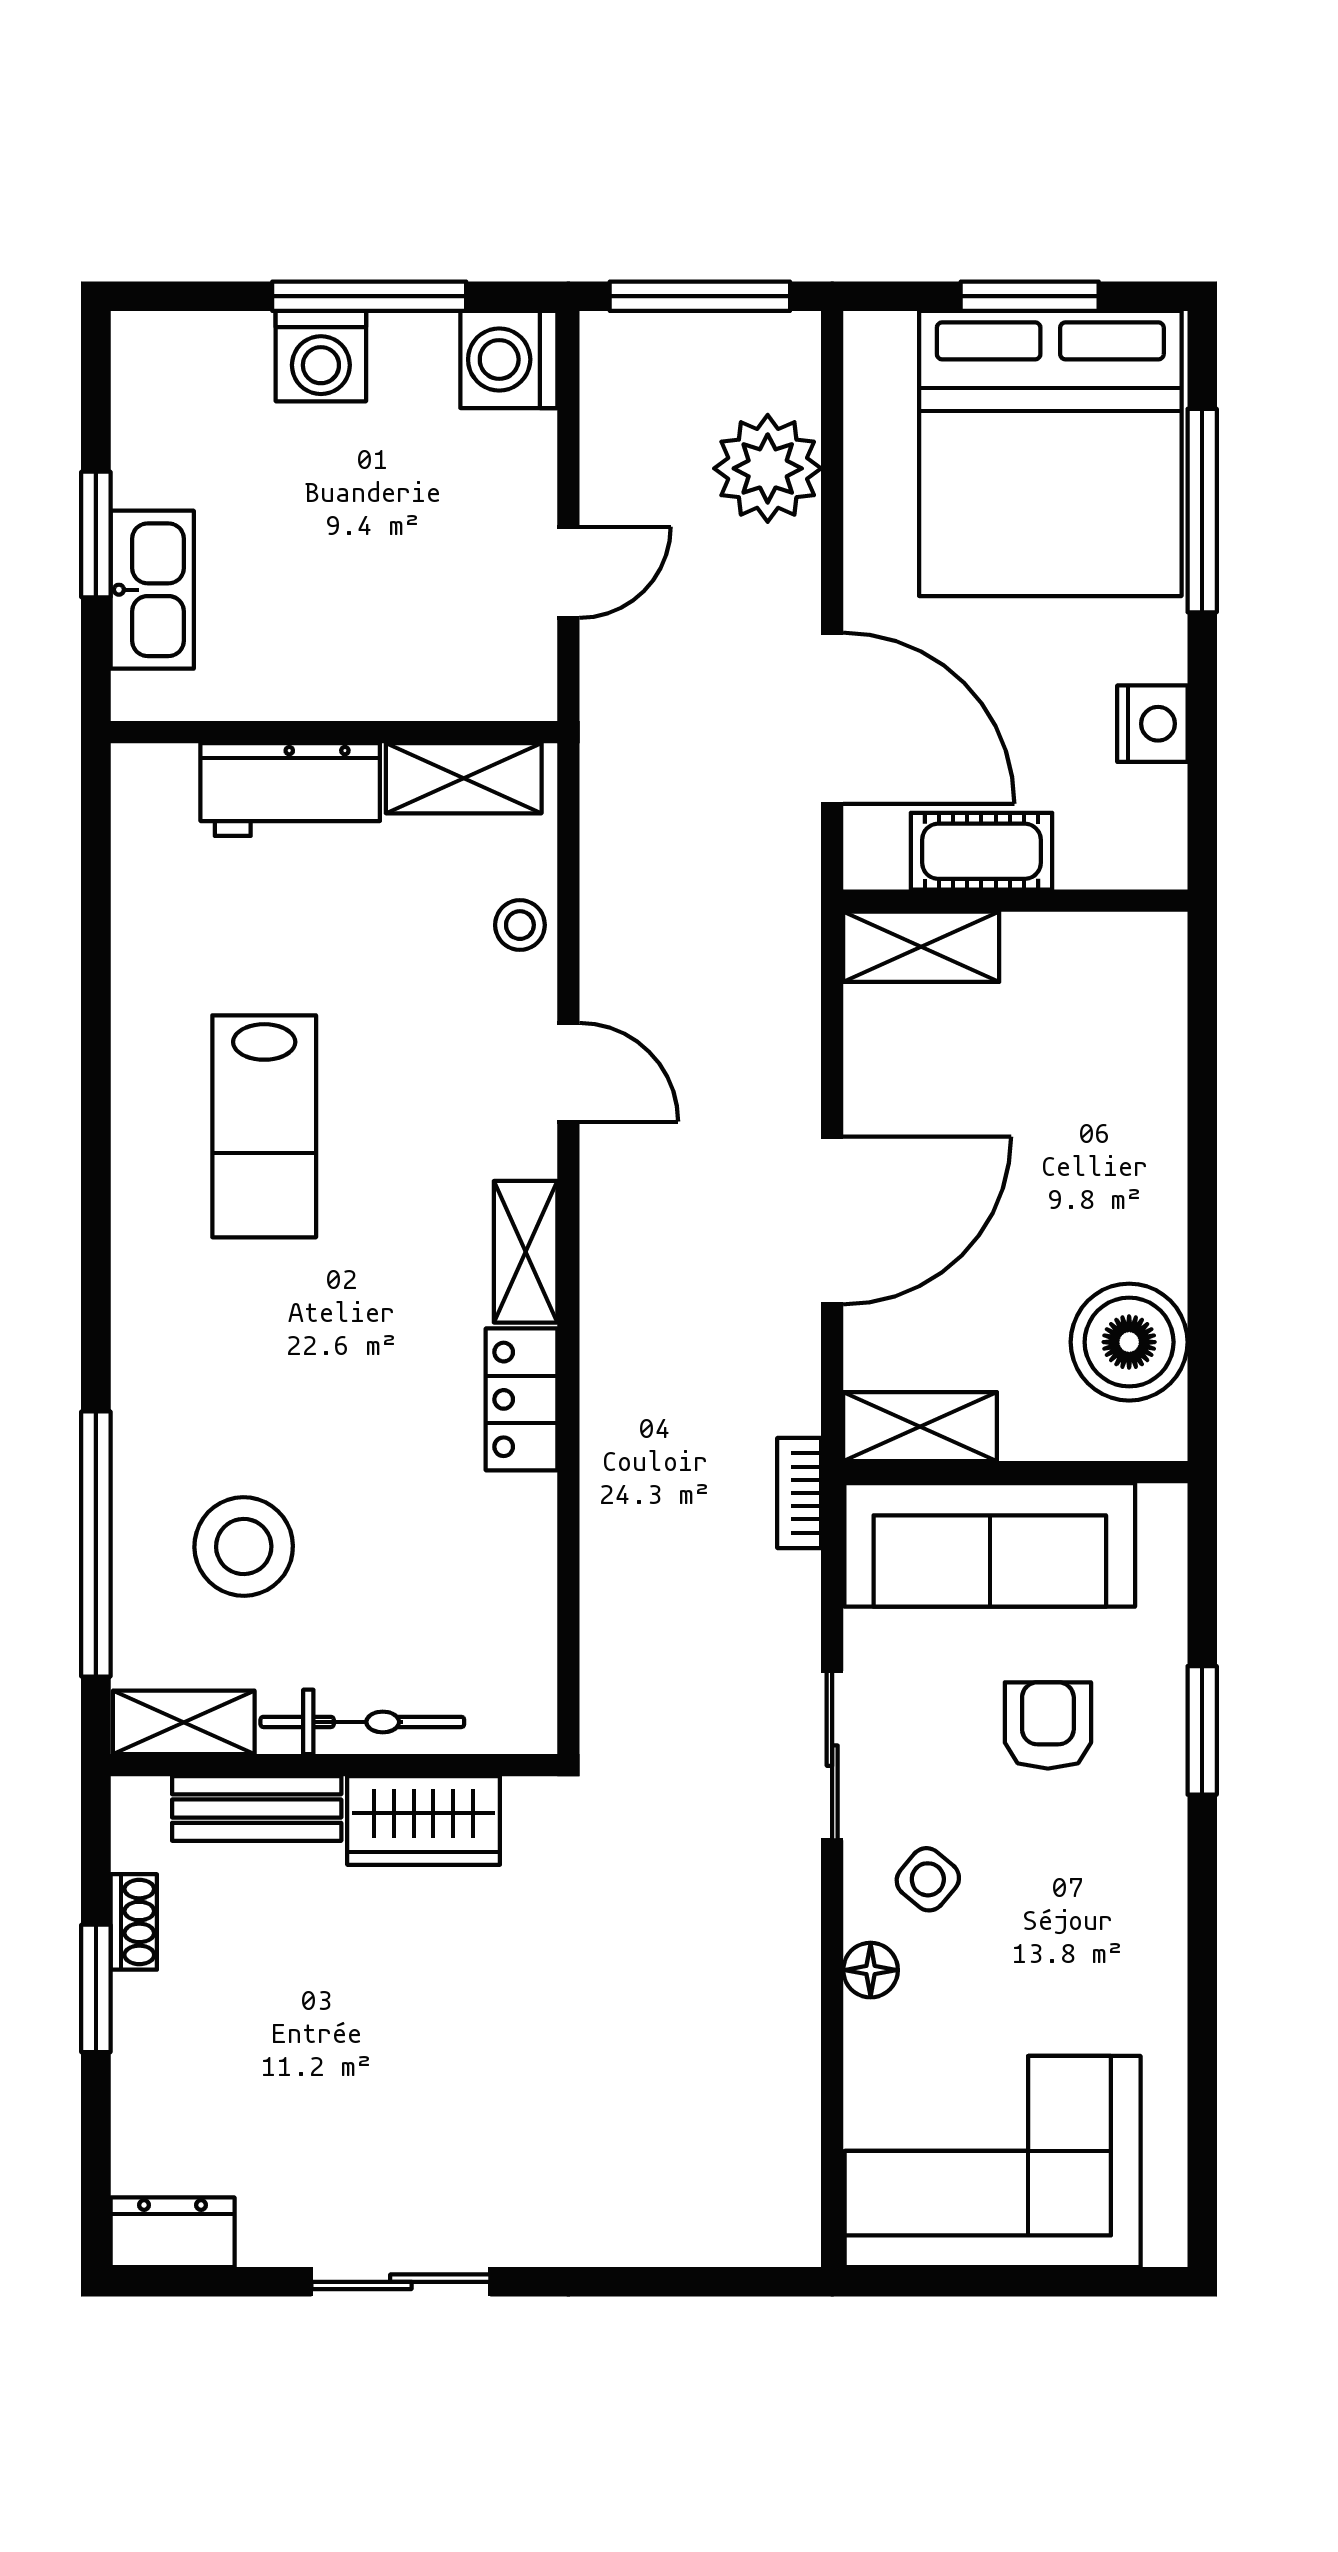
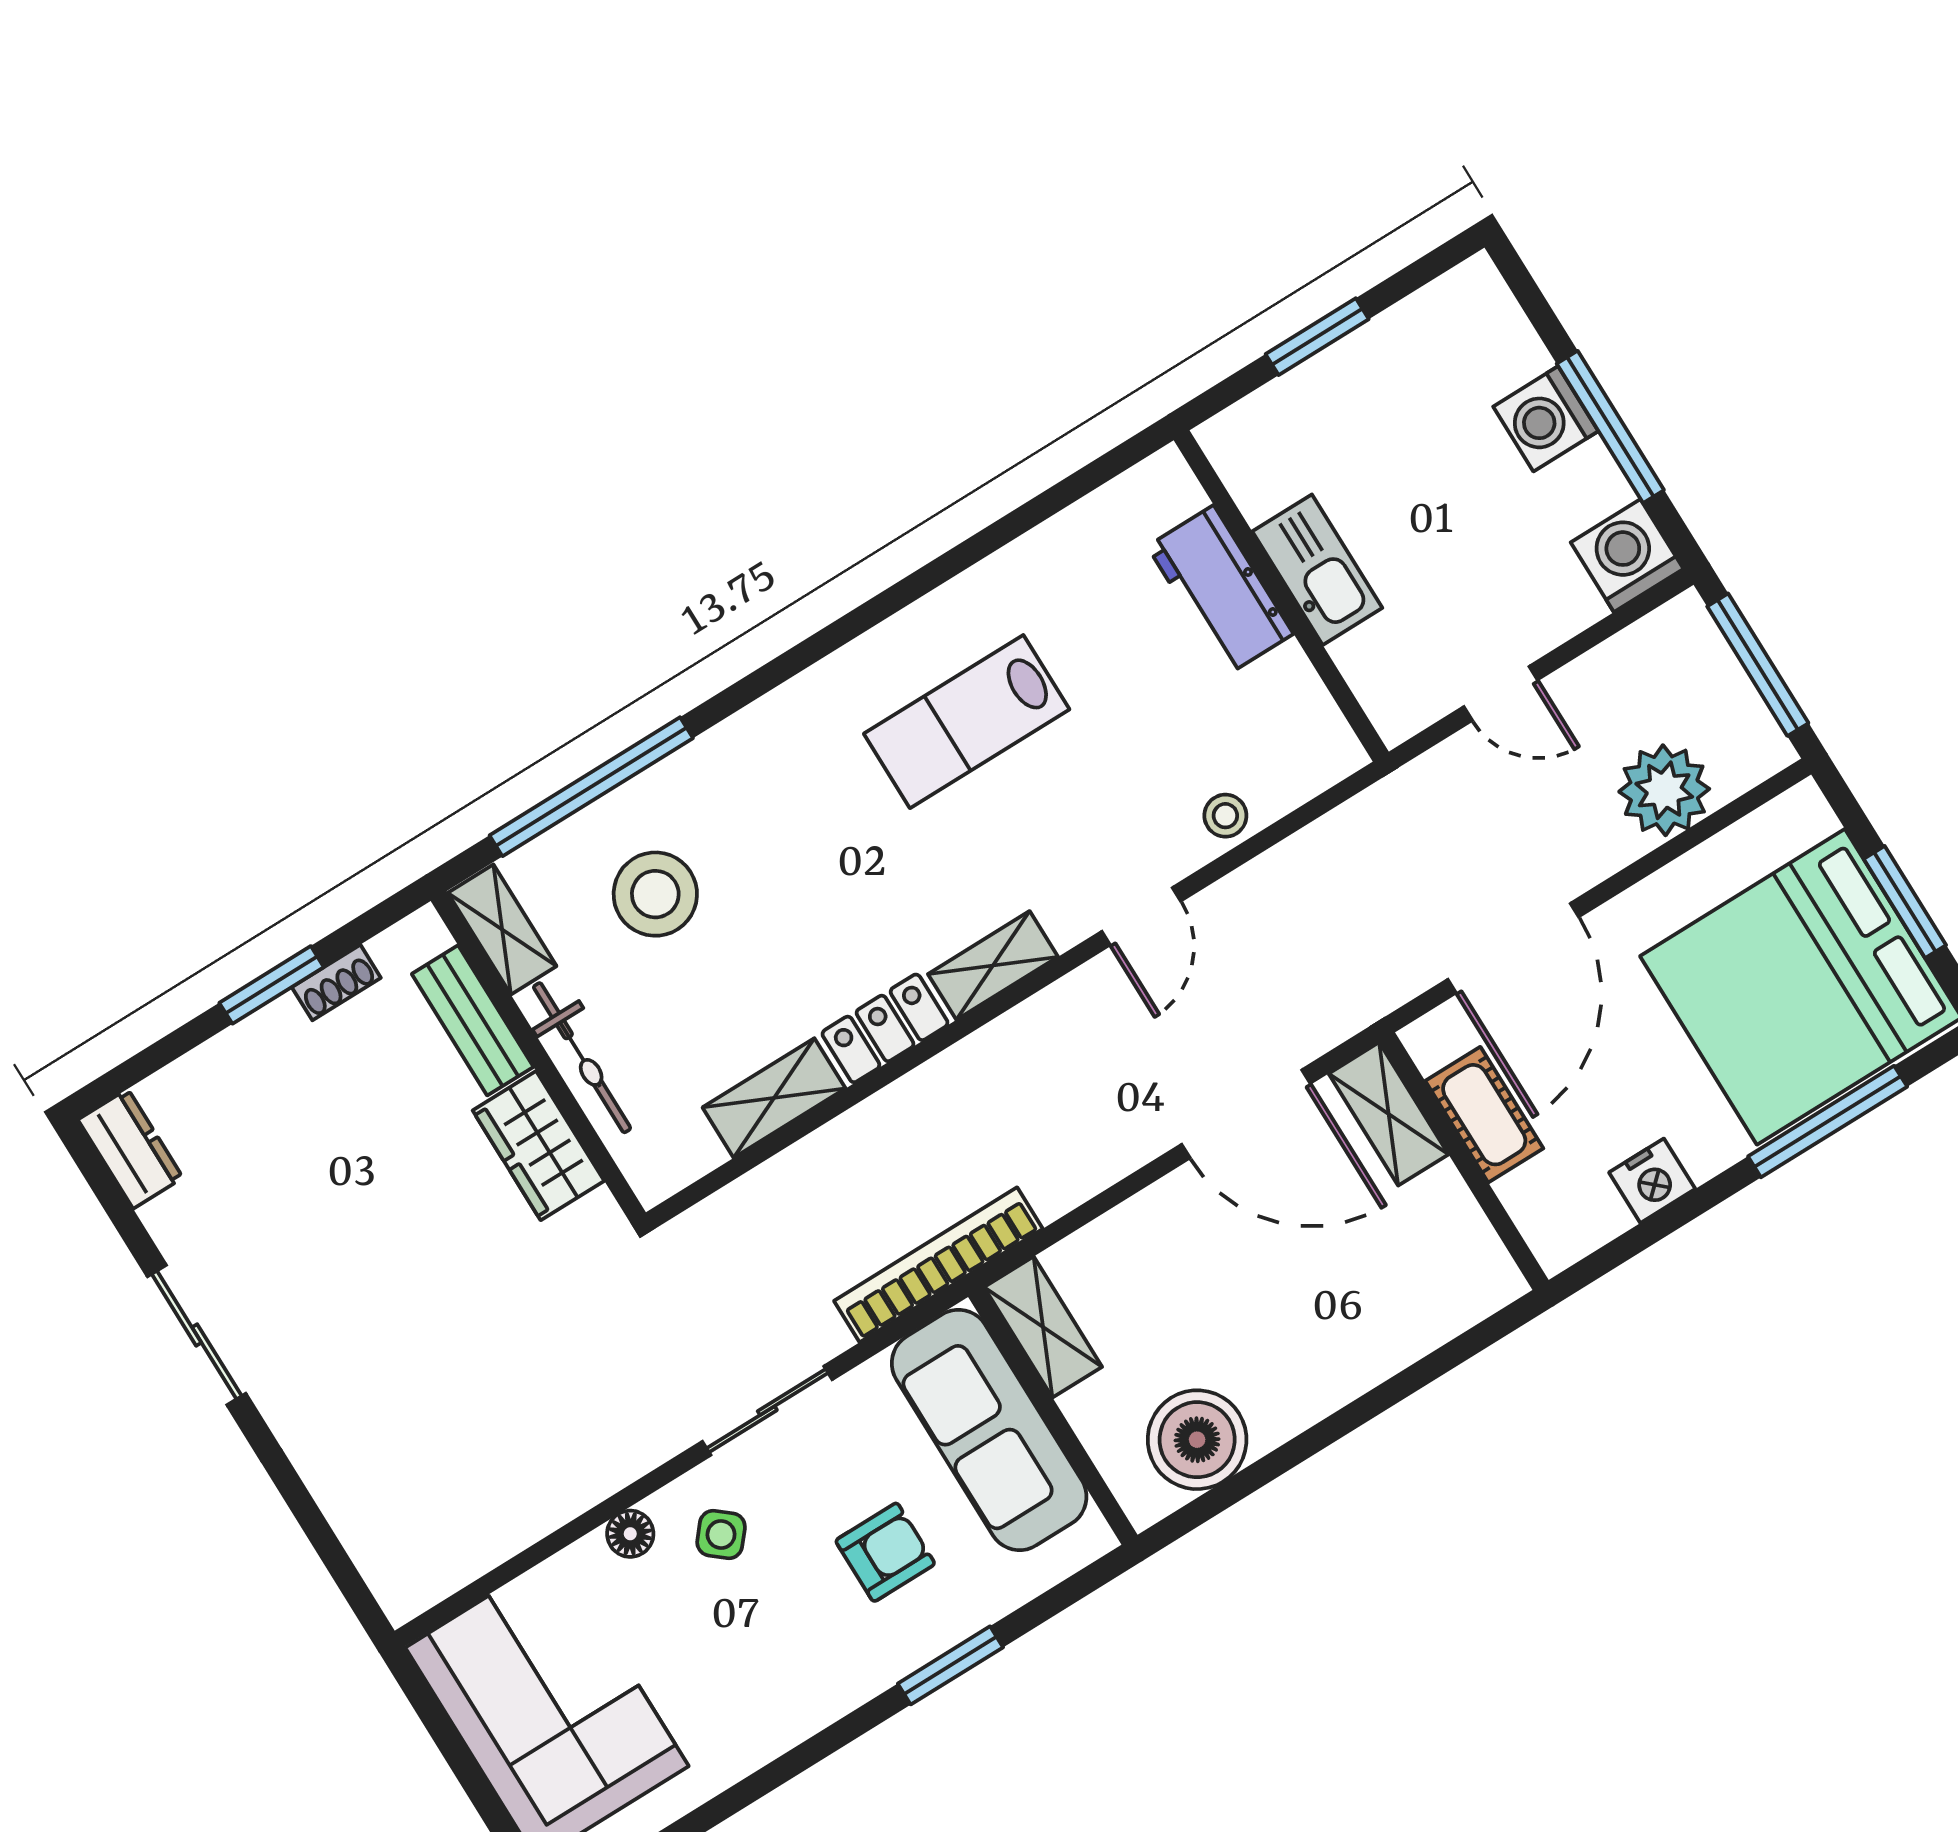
kitchen sink: (152, 590) -> (1317, 570), moved, turned -90
shelving: (464, 778) -> (774, 1098), moved, turned 90
door: (832, 1221) -> (1246, 1114), moved
bookcase: (799, 1493) -> (938, 1265), width x2.31, depth x1.31

